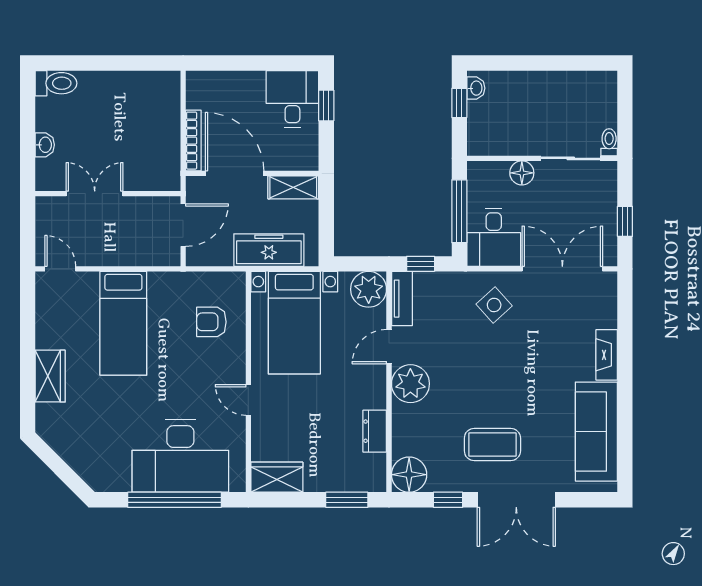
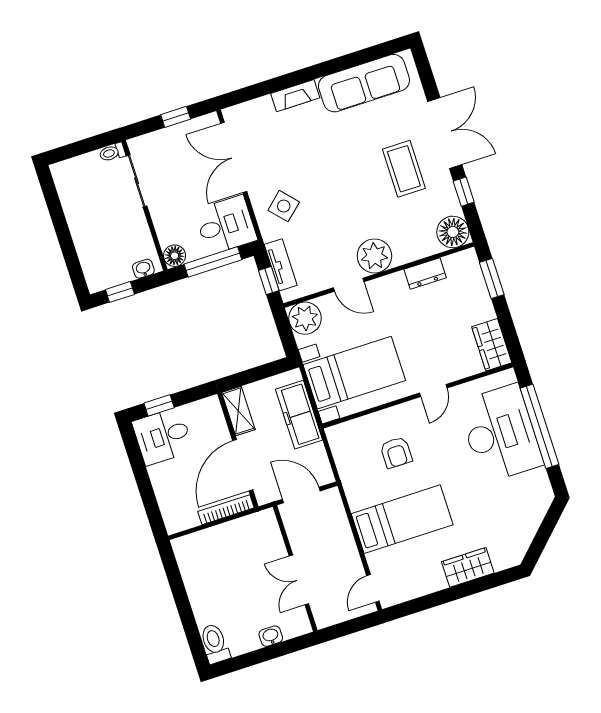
washbasin: (476, 88) -> (143, 269), moved
floor lamp: (522, 173) -> (175, 256), moved
tv unit: (402, 299) -> (281, 265), moved, turned 90
armchair: (211, 322) -> (396, 452), moved

